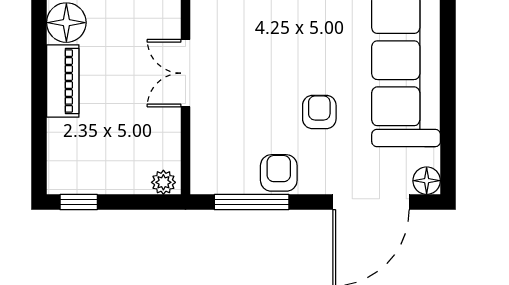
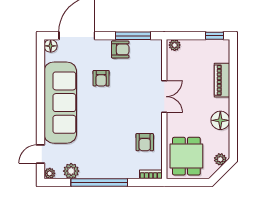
piano: (63, 81) -> (222, 80), moved
armchair: (279, 173) -> (120, 49), turned -90

